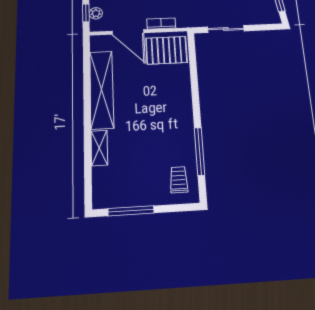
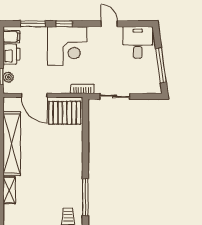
bookcase: (161, 24) -> (82, 89), moved

